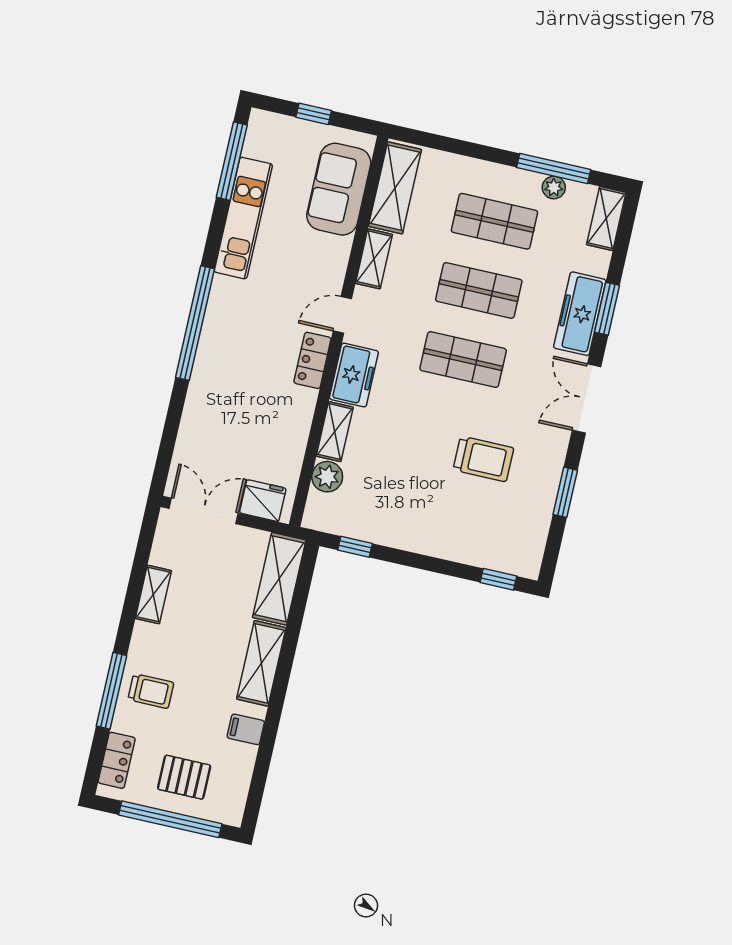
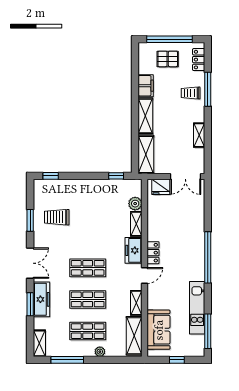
plant: (554, 187) -> (100, 352), moved
trolley: (483, 459) -> (57, 217), moved
filing cabinet: (246, 729) -> (146, 86), width x2.00

